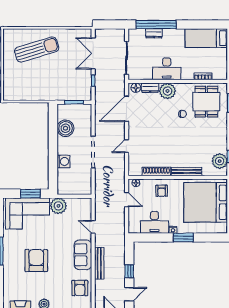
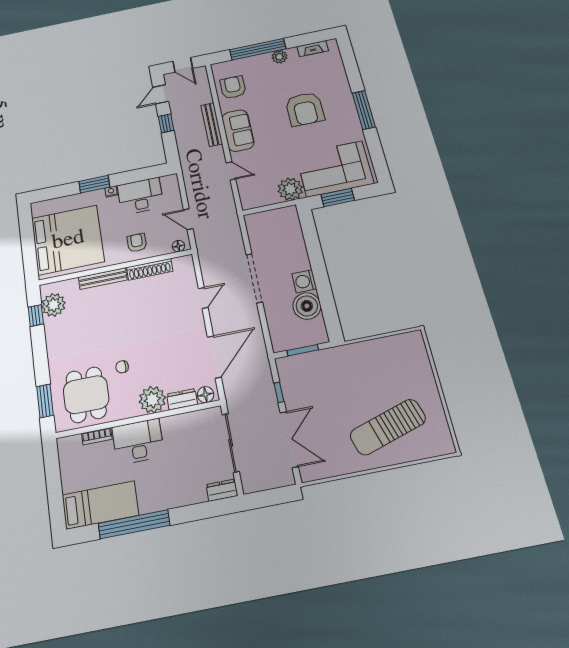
window: (156, 24) -> (134, 524), moved
dresser: (154, 33) -> (222, 490), moved
desk: (167, 69) -> (138, 442), moved
washing machine: (64, 162) -> (304, 281), moved

